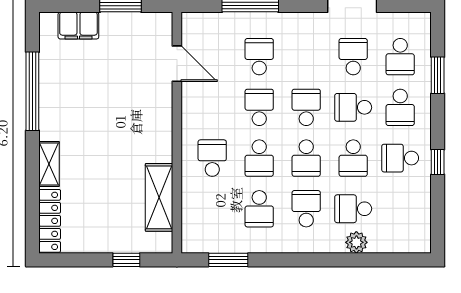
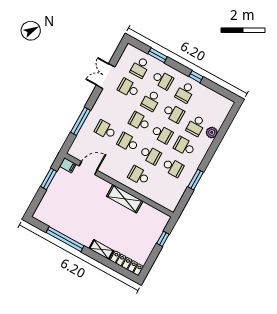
filing cabinet: (78, 26) -> (68, 165), moved, width x0.50
school desk: (400, 57) -> (140, 67), turned 90
shelving: (159, 197) -> (125, 199), moved
window: (228, 260) -> (196, 180), moved

